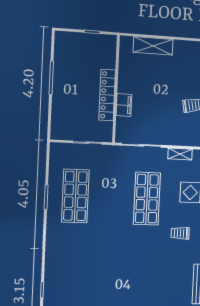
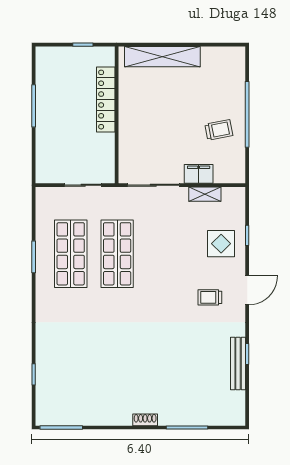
shelving: (153, 46) -> (162, 57), width x1.47
locker: (107, 95) -> (106, 100), moved
filing cabinet: (124, 105) -> (199, 174), moved, turned -90
shop shelf: (147, 199) -> (117, 254), moved

